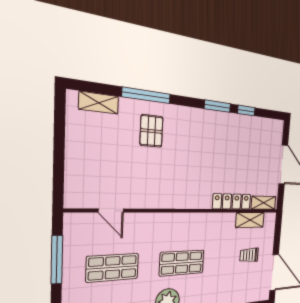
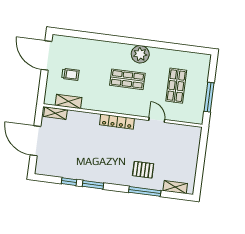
pallet: (151, 131) -> (143, 170), turned 90
locker: (232, 202) -> (117, 122), moved
door: (111, 211) -> (157, 120), moved
shop shelf: (113, 268) -> (176, 86), turned 90

